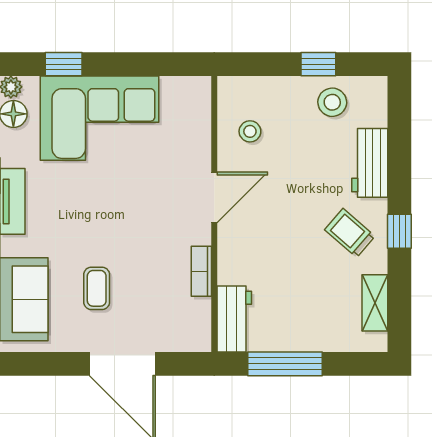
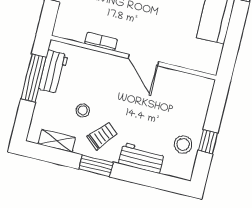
stool: (250, 131) -> (83, 110), moved
window: (399, 231) -> (96, 166), width x1.50
workbench: (234, 319) -> (53, 72), moved, turned -90

